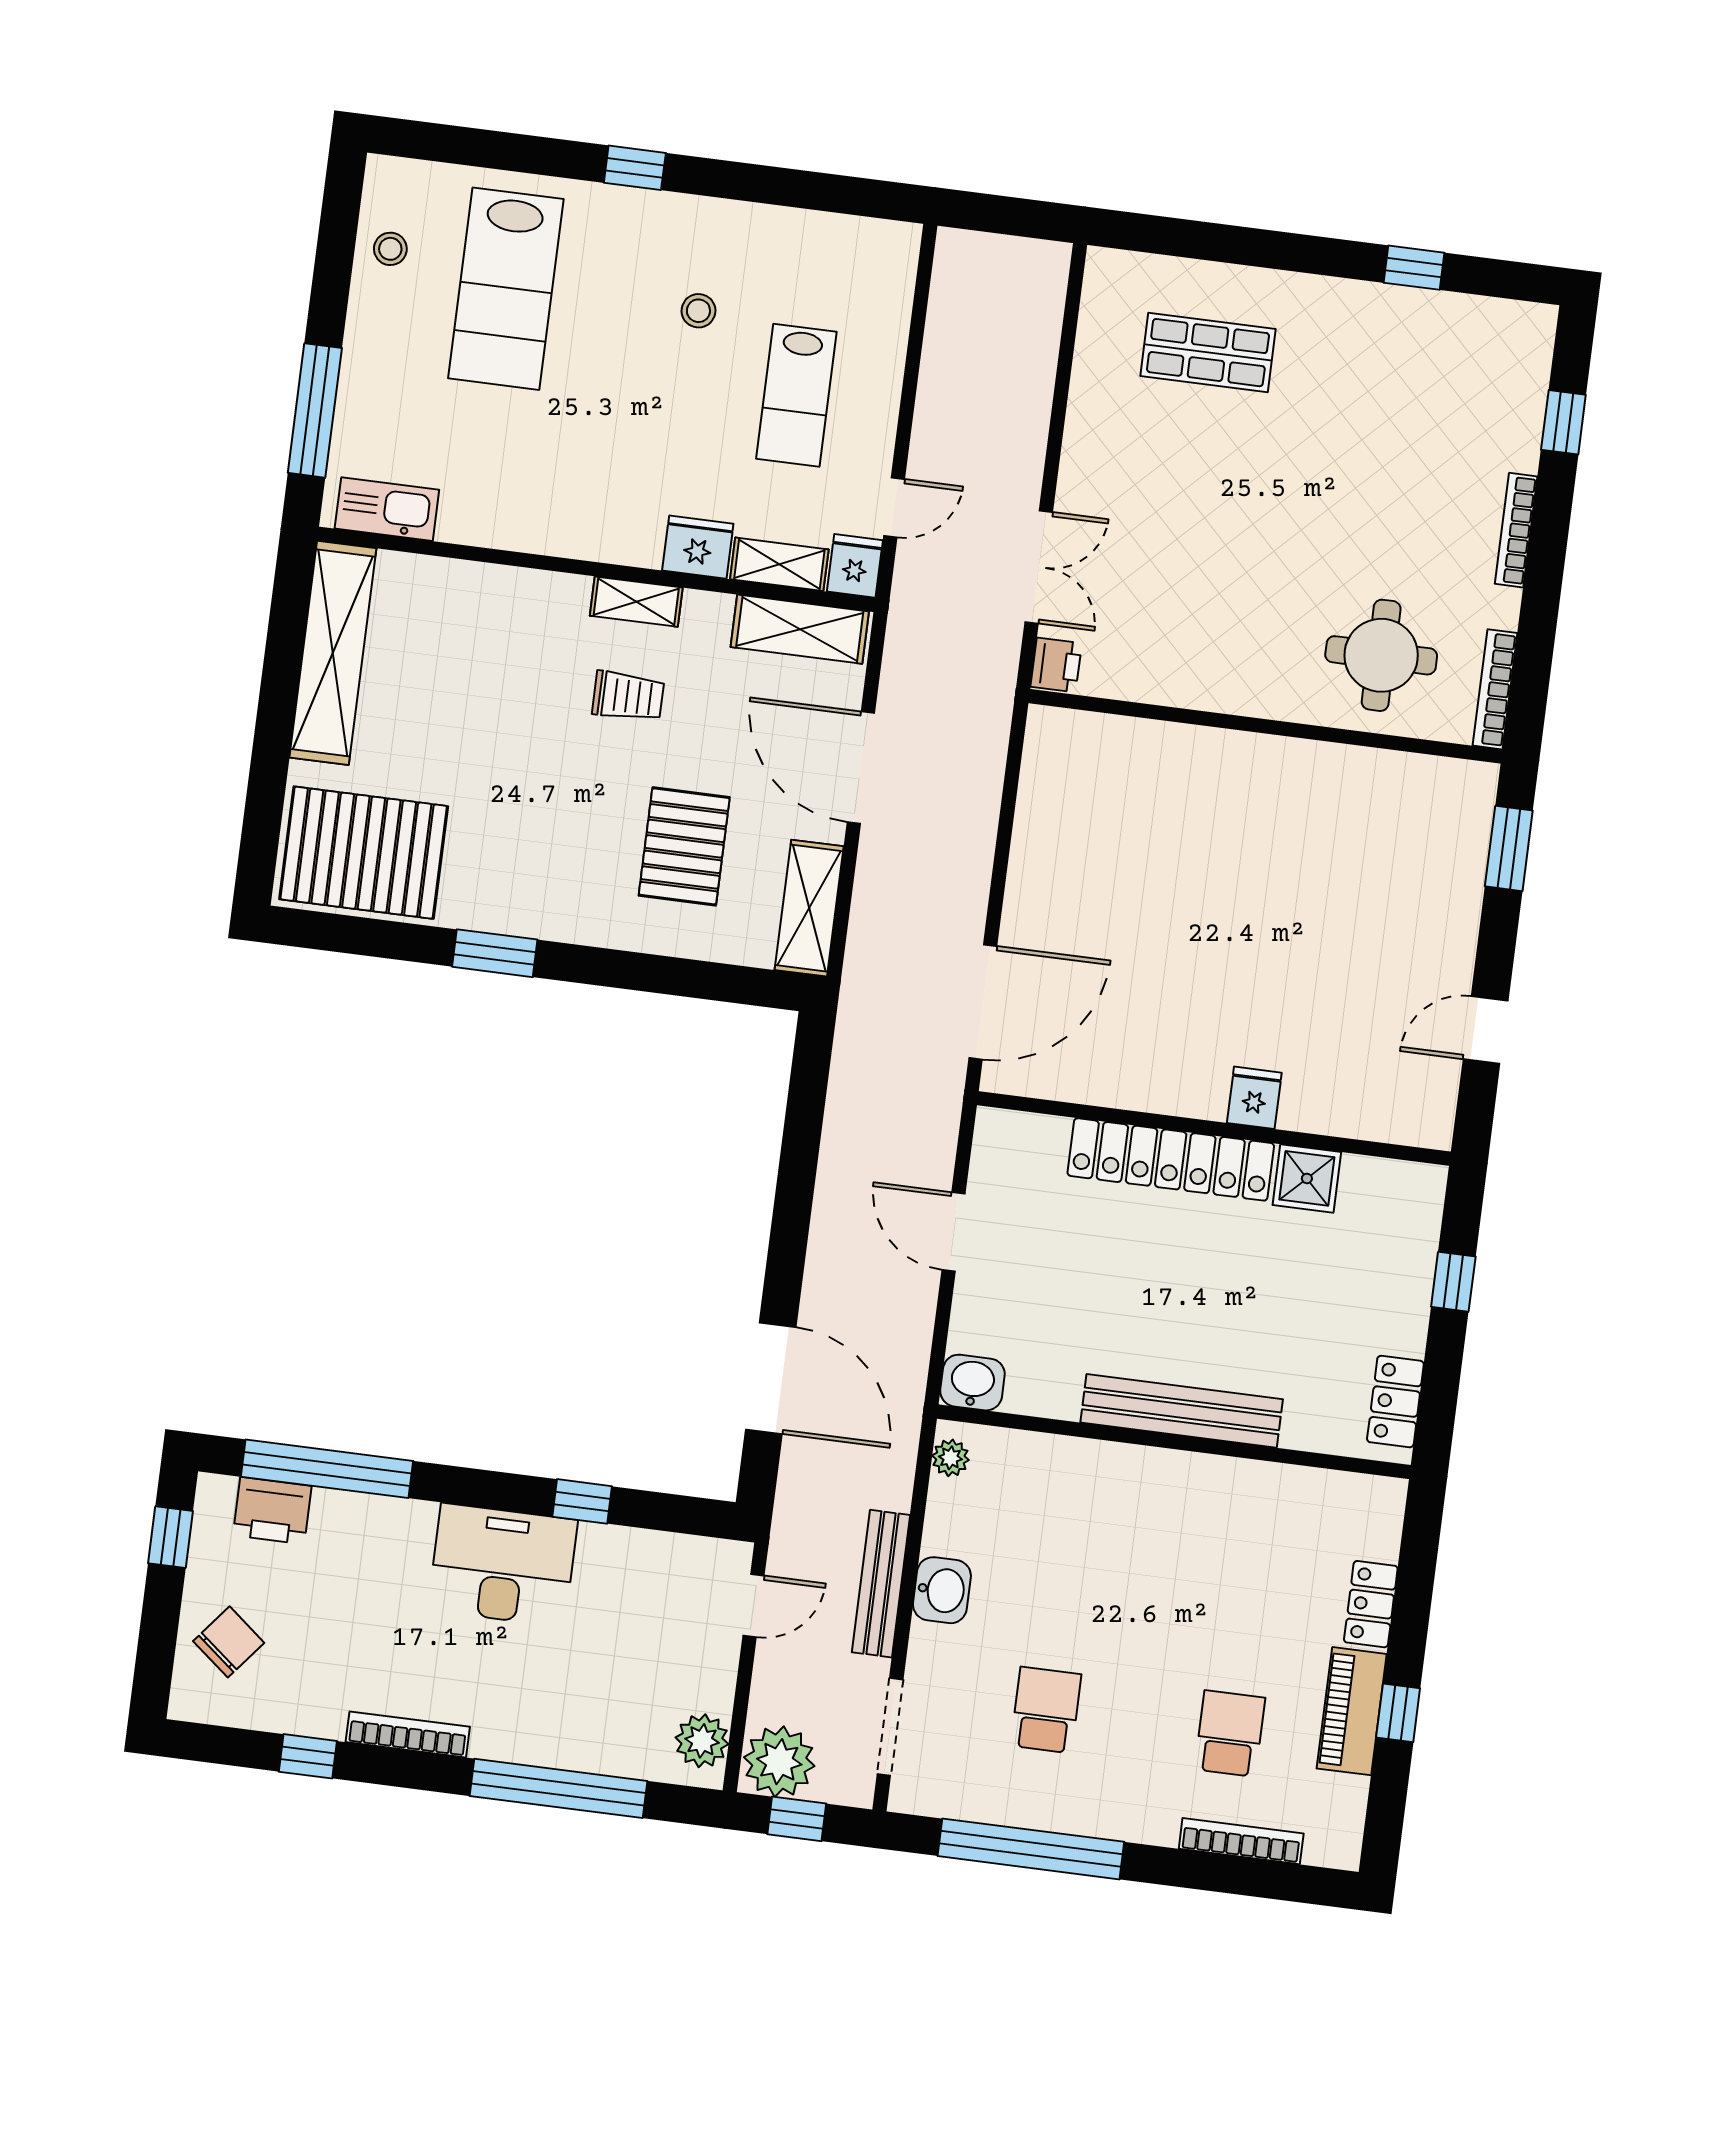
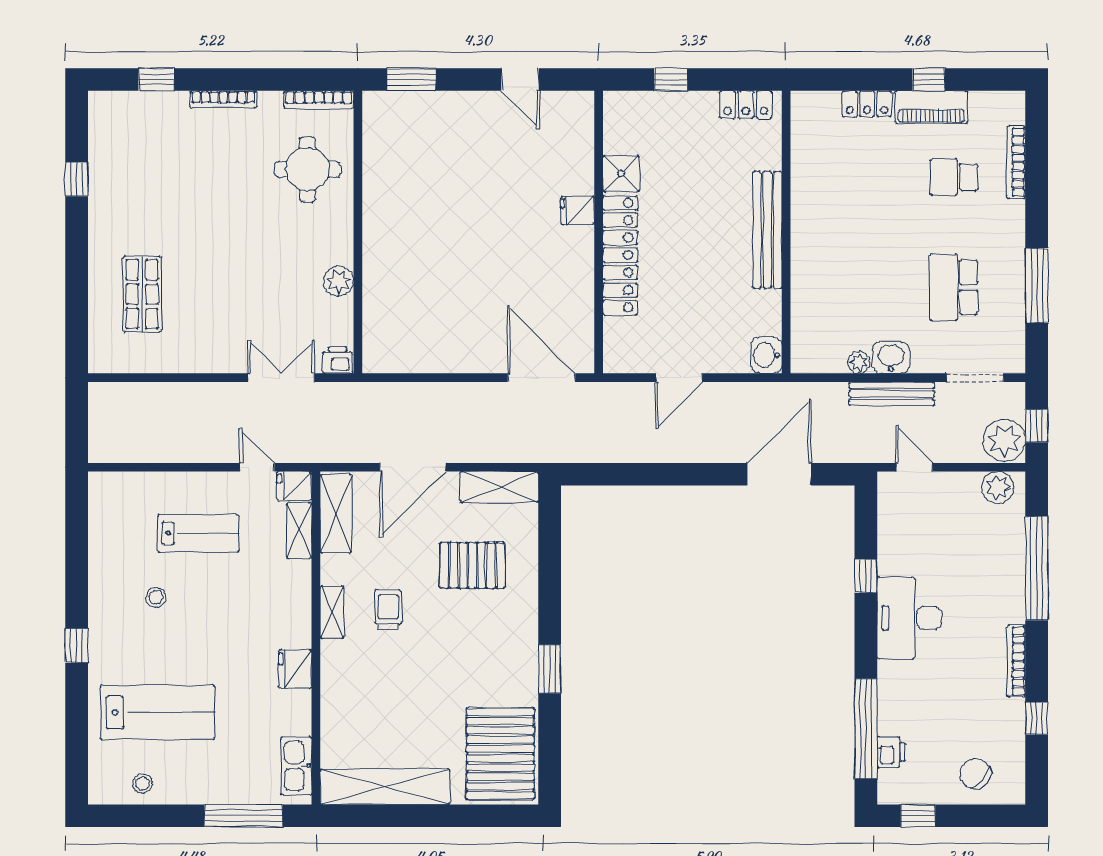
fridge: (698, 547) -> (295, 669), moved
plant: (1188, 684) -> (339, 281), added
plant: (950, 1458) -> (859, 362), moved
printer: (272, 1511) -> (891, 752), width x0.73, depth x0.81
school desk: (1046, 1710) -> (954, 287), width x1.85
window: (1031, 1849) -> (1037, 286), width x0.68

